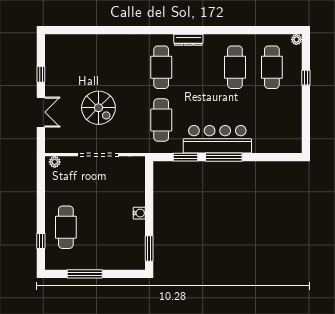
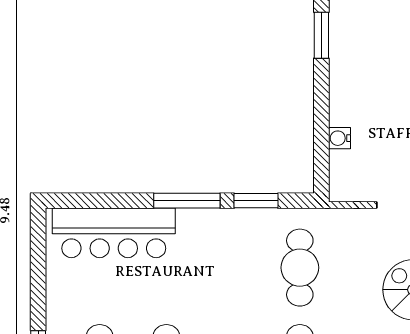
bar counter: (217, 139) -> (114, 233), moved
water cooler: (139, 213) -> (339, 138), moved

